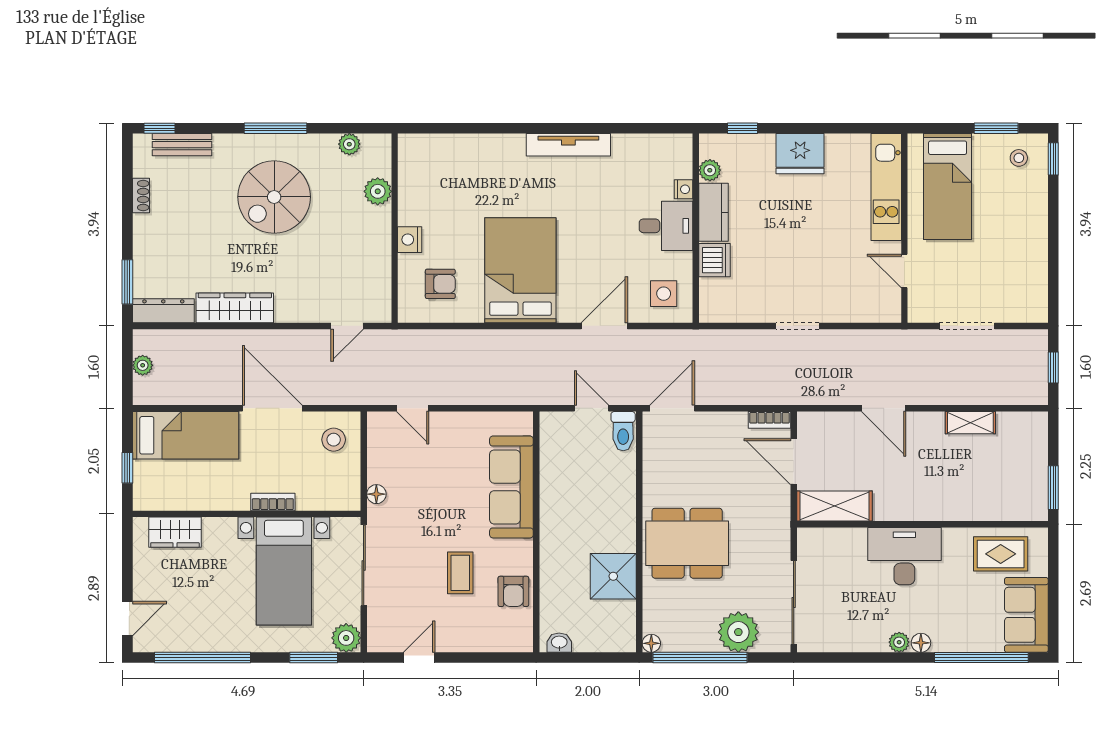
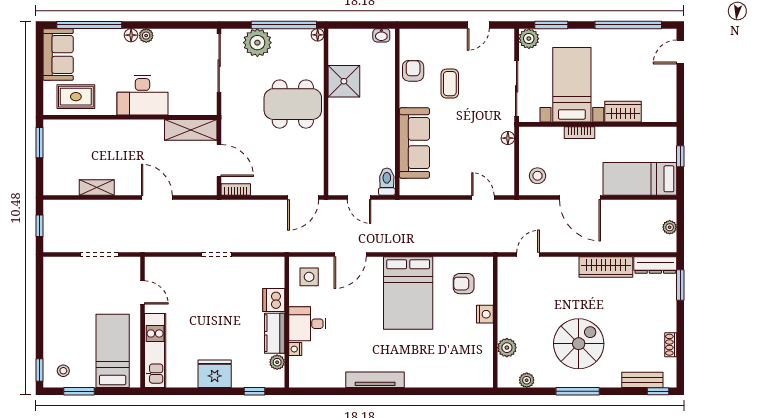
toilet: (623, 431) -> (387, 182), moved
wardrobe: (175, 532) -> (623, 112), moved

